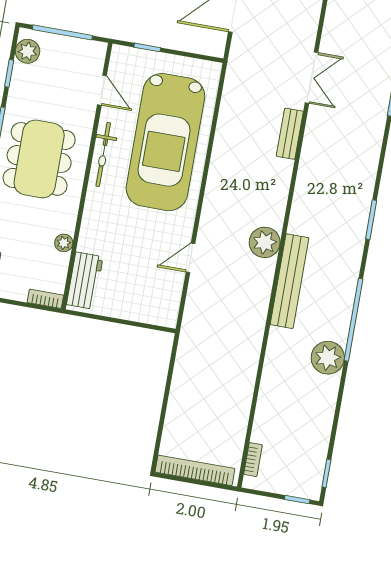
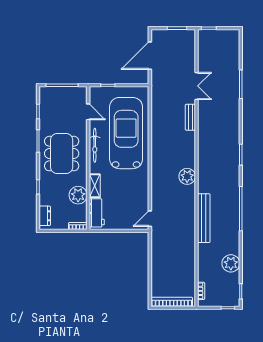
plant: (28, 51) -> (46, 98), removed
car: (165, 142) -> (126, 133), turned 180
shelving: (90, 230) -> (95, 186), added
plant: (64, 243) -> (78, 195), width x1.88, depth x1.88
door: (191, 258) -> (150, 219), moved
bench: (290, 281) -> (204, 218), moved
plant: (328, 358) -> (231, 263), moved

